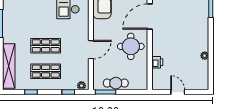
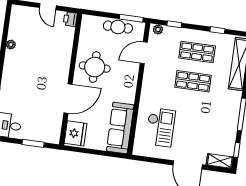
door: (91, 50) -> (144, 53), moved
printer: (157, 62) -> (70, 19), moved

